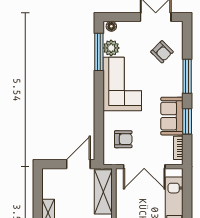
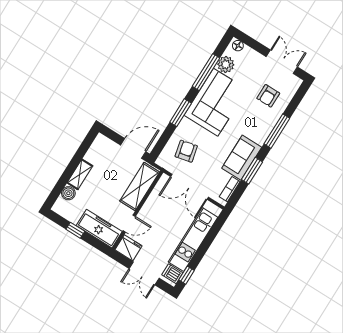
window: (99, 52) -> (206, 72), moved
armchair: (162, 52) -> (268, 96), turned 45
window: (99, 111) -> (181, 113), added
armchair: (123, 139) -> (186, 151), turned -103

